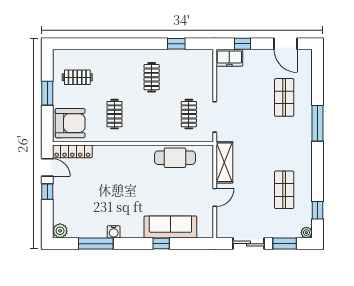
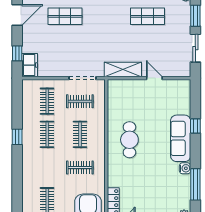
window: (176, 44) -> (17, 137), moved
clothes rail: (152, 77) -> (47, 134), turned 90
clothes rail: (189, 77) -> (47, 101), added
clothes rail: (152, 114) -> (80, 134), added
cafe table: (175, 158) -> (129, 140), moved
sofa: (170, 227) -> (181, 138), moved

